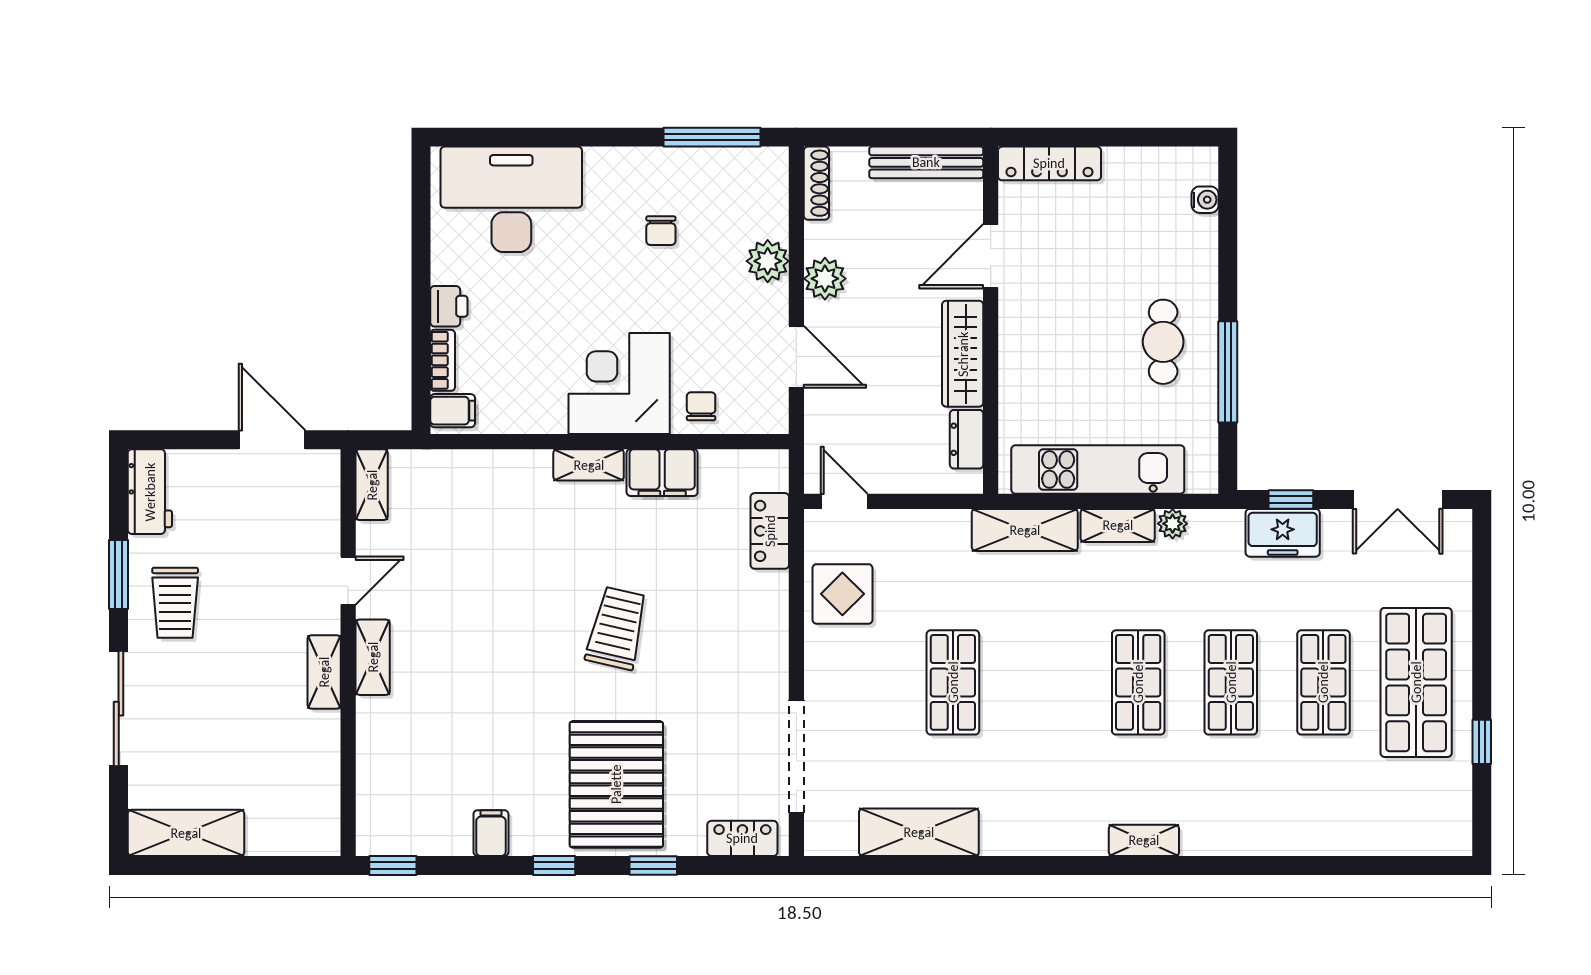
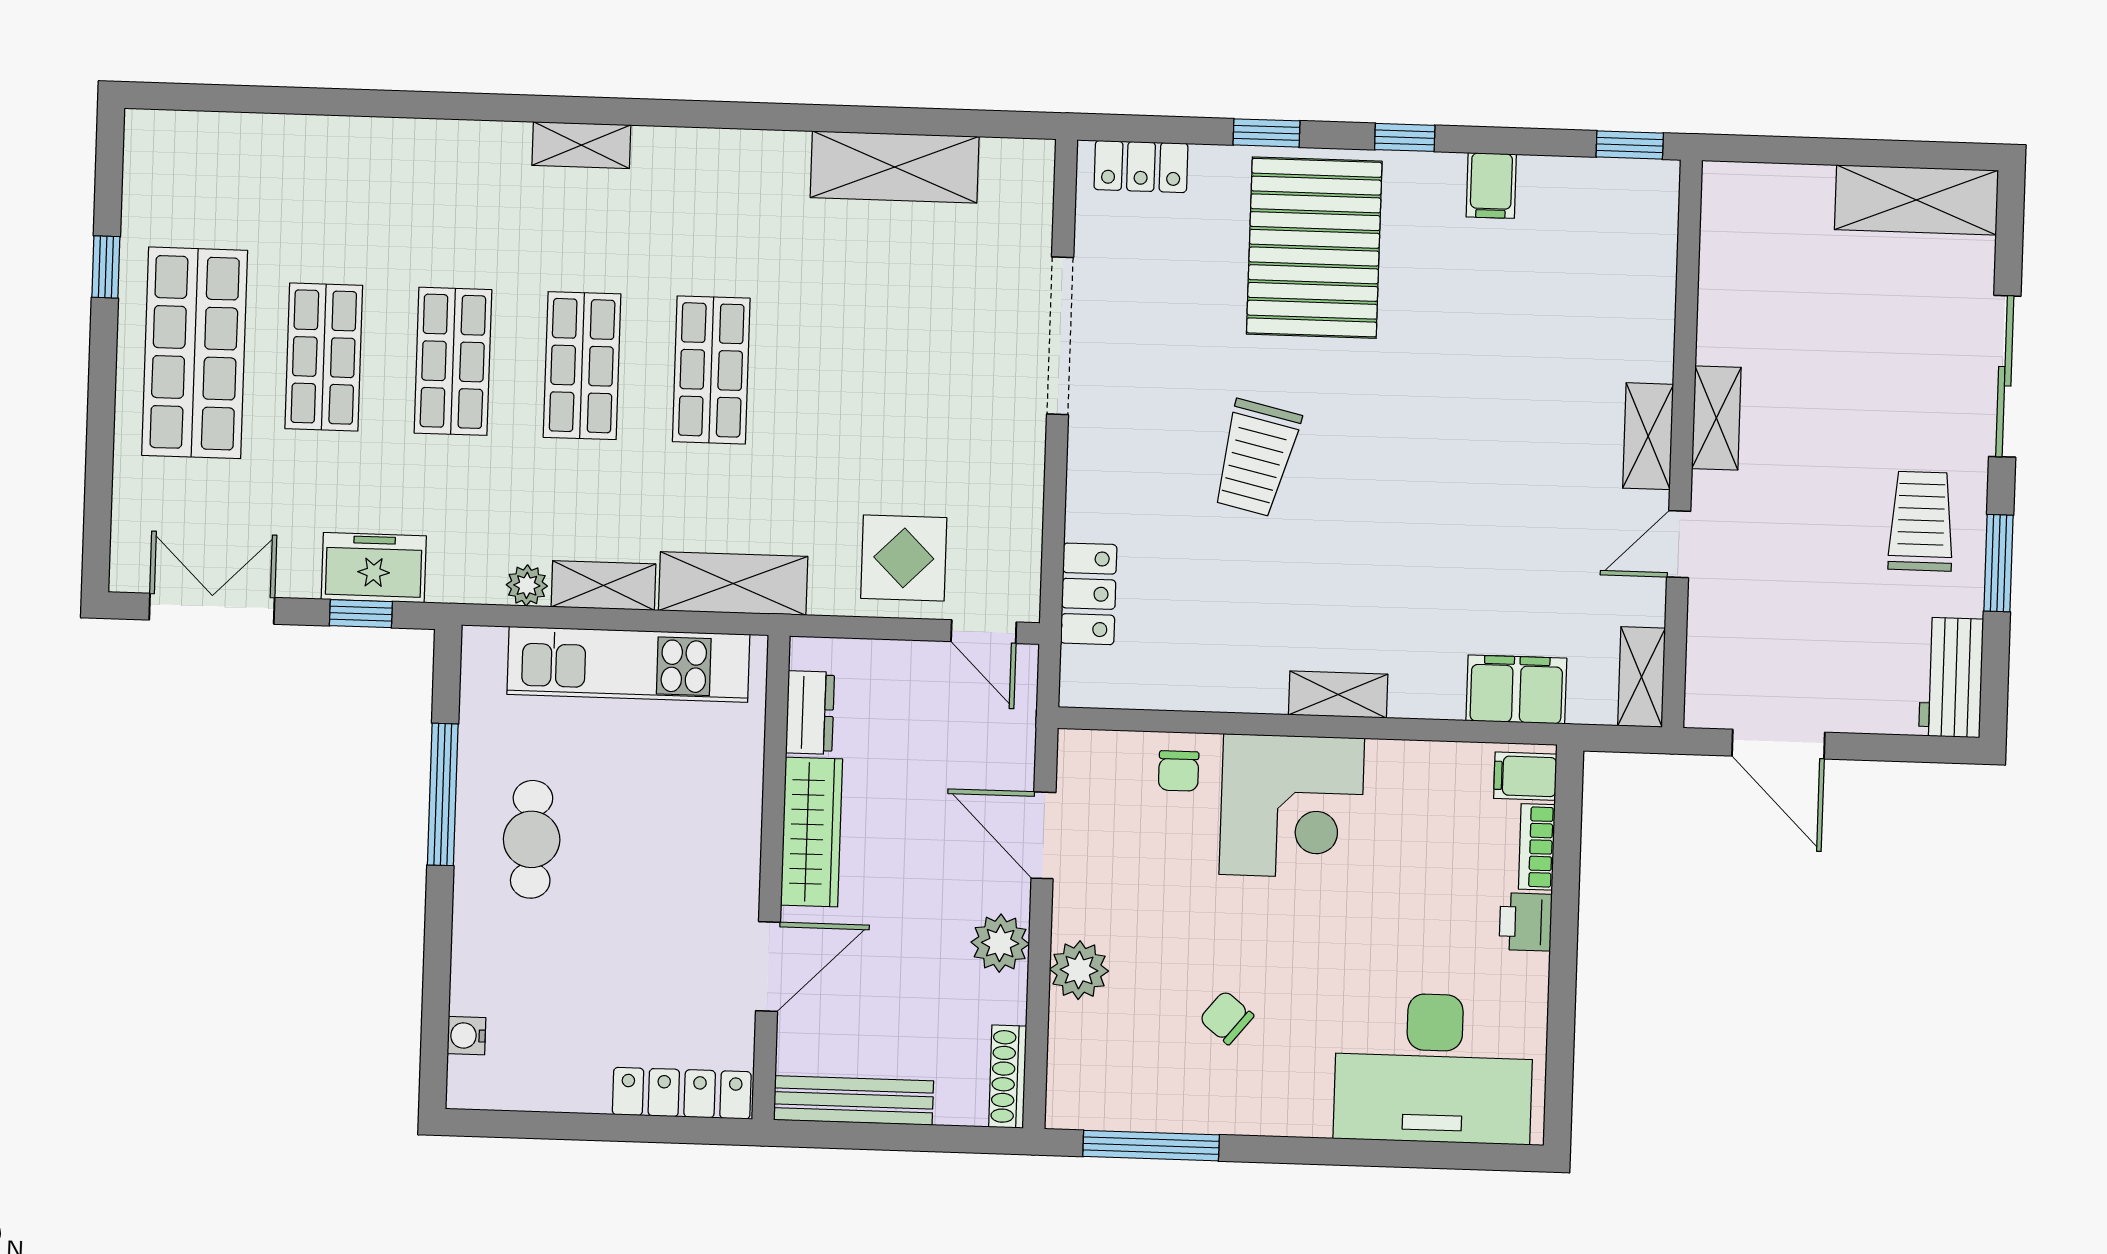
chair: (661, 231) -> (1227, 1018), turned -51
filing cabinet: (662, 473) -> (1516, 689), moved
display table: (842, 594) -> (904, 558), moved
trolley: (617, 628) -> (1256, 458), moved
shop shelf: (953, 682) -> (711, 370), moved
doorway: (796, 756) -> (1060, 336), moved

